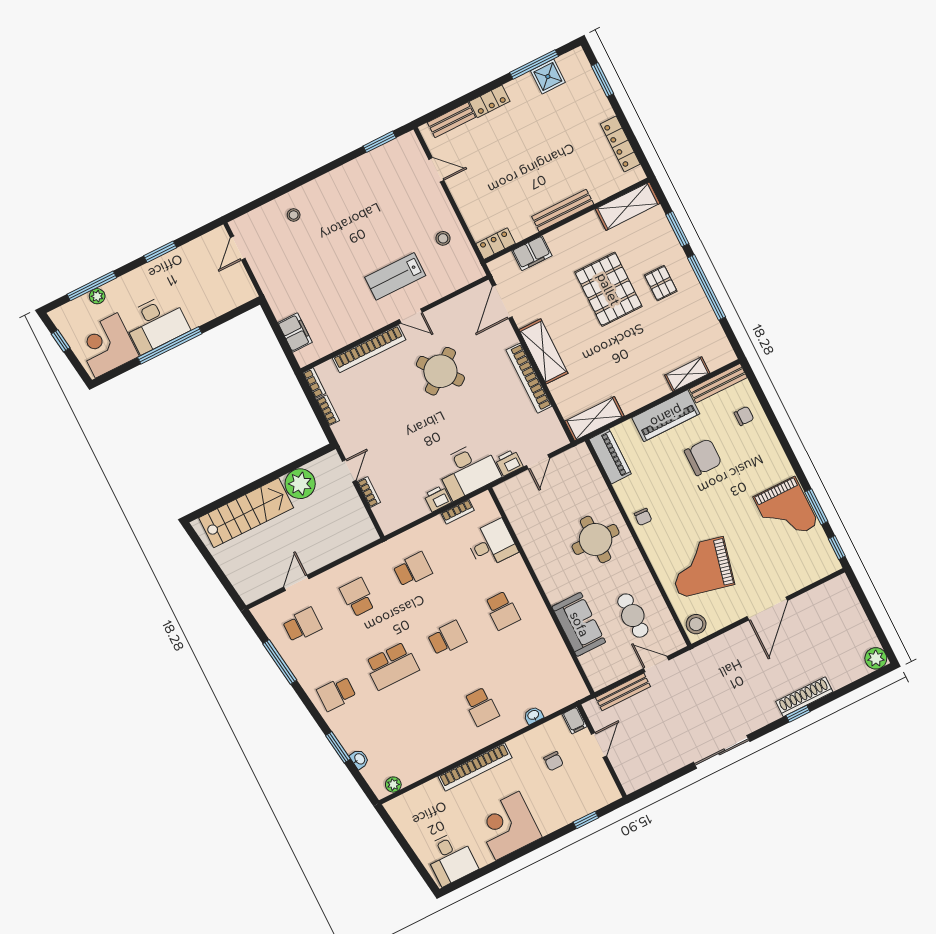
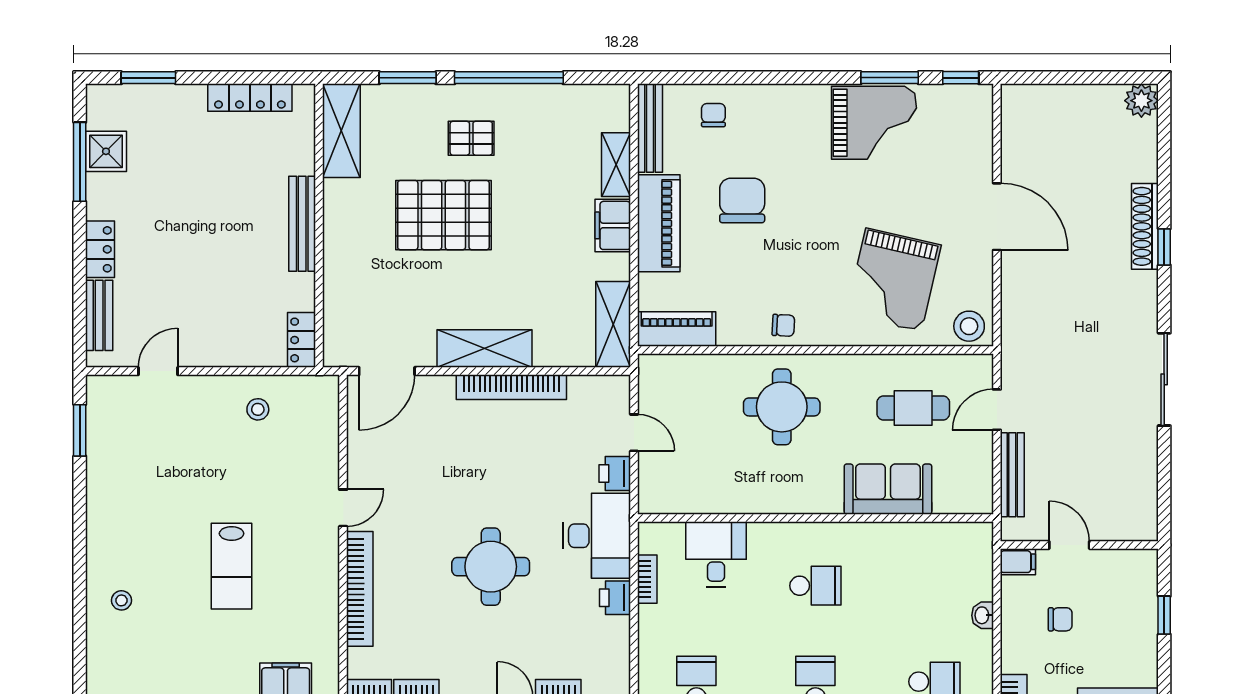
filing cabinet: (532, 253) -> (613, 225), moved, turned 180
lab bench: (395, 276) -> (232, 566), moved
door: (502, 302) -> (387, 371), hinge flipped
round table: (440, 371) -> (491, 567), moved, turned 38

